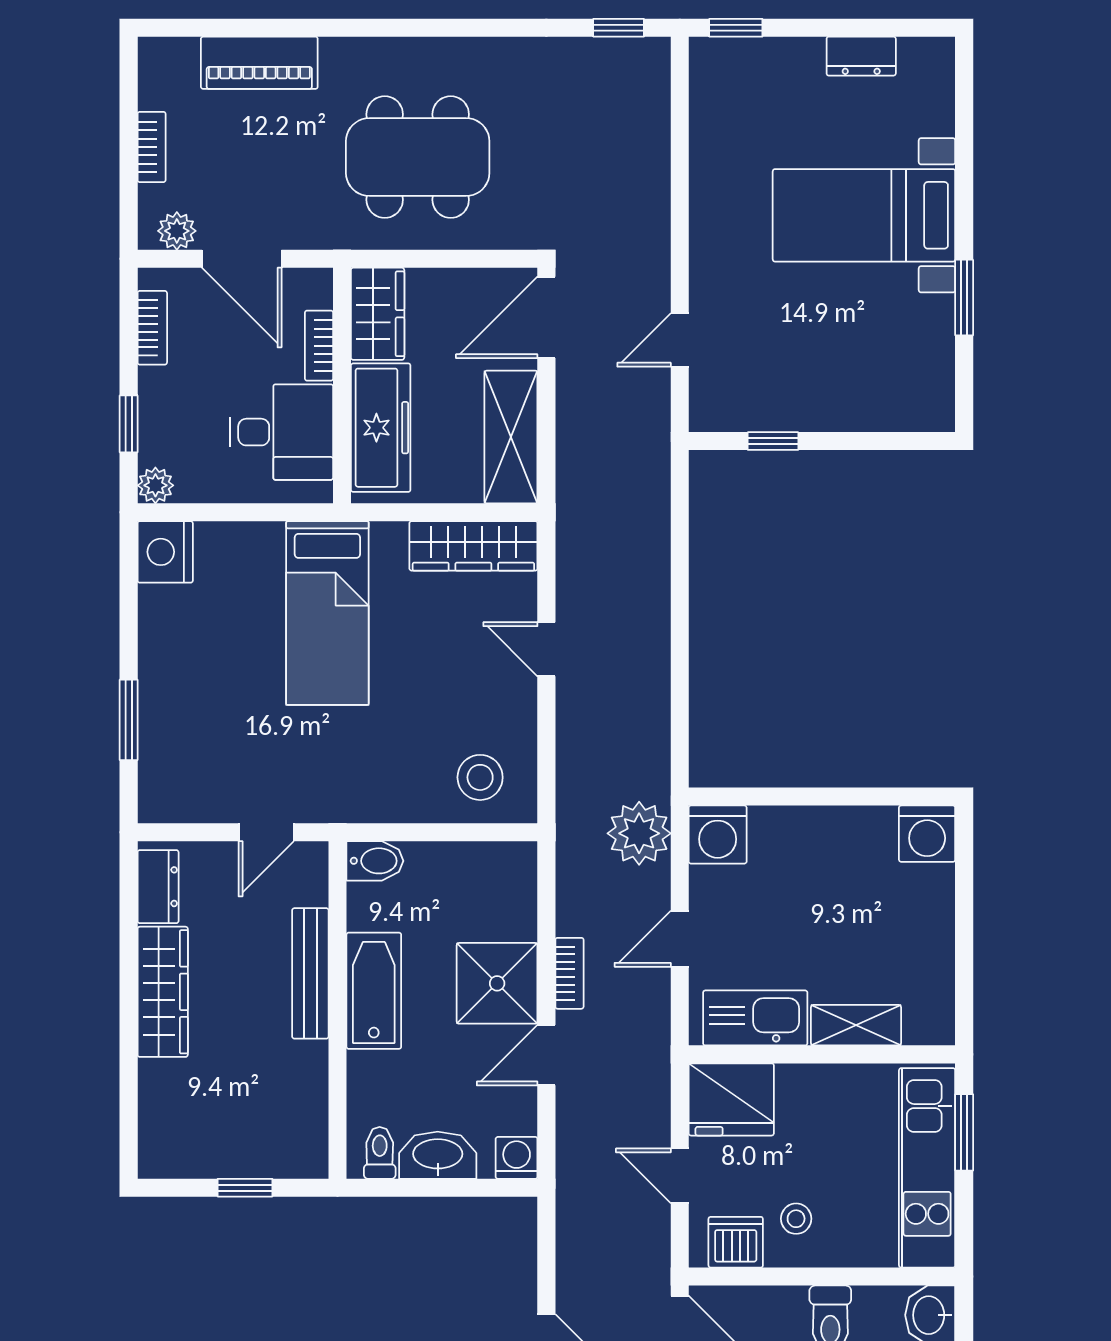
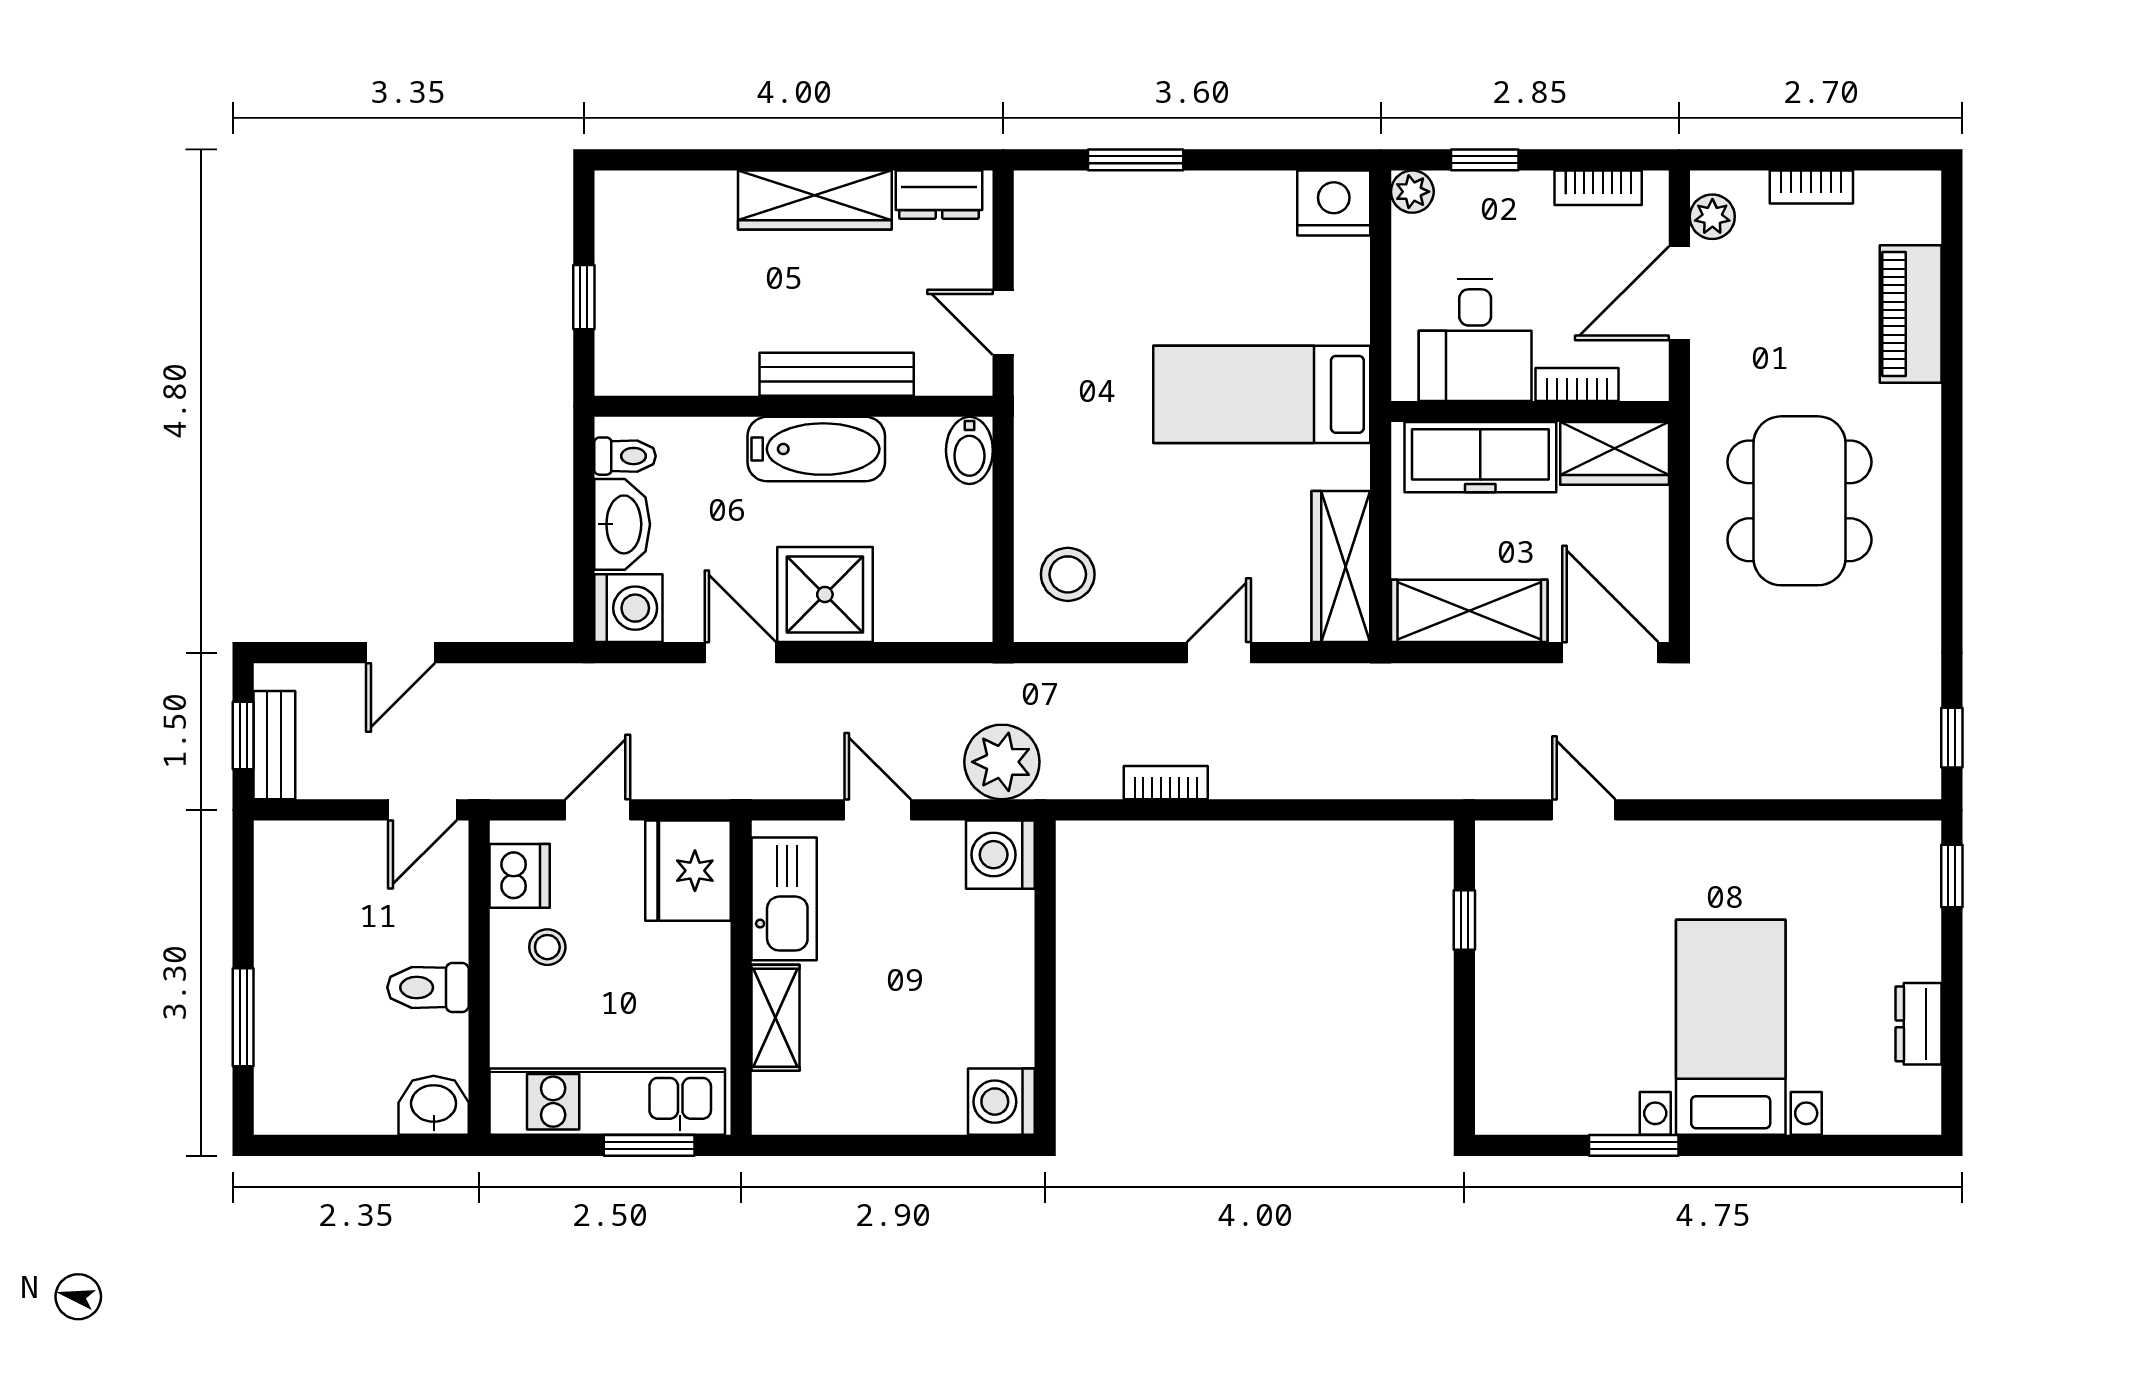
bookcase: (569, 973) -> (1166, 783), moved, turned 180
washing machine: (517, 1158) -> (628, 608), width x1.38, depth x1.38

